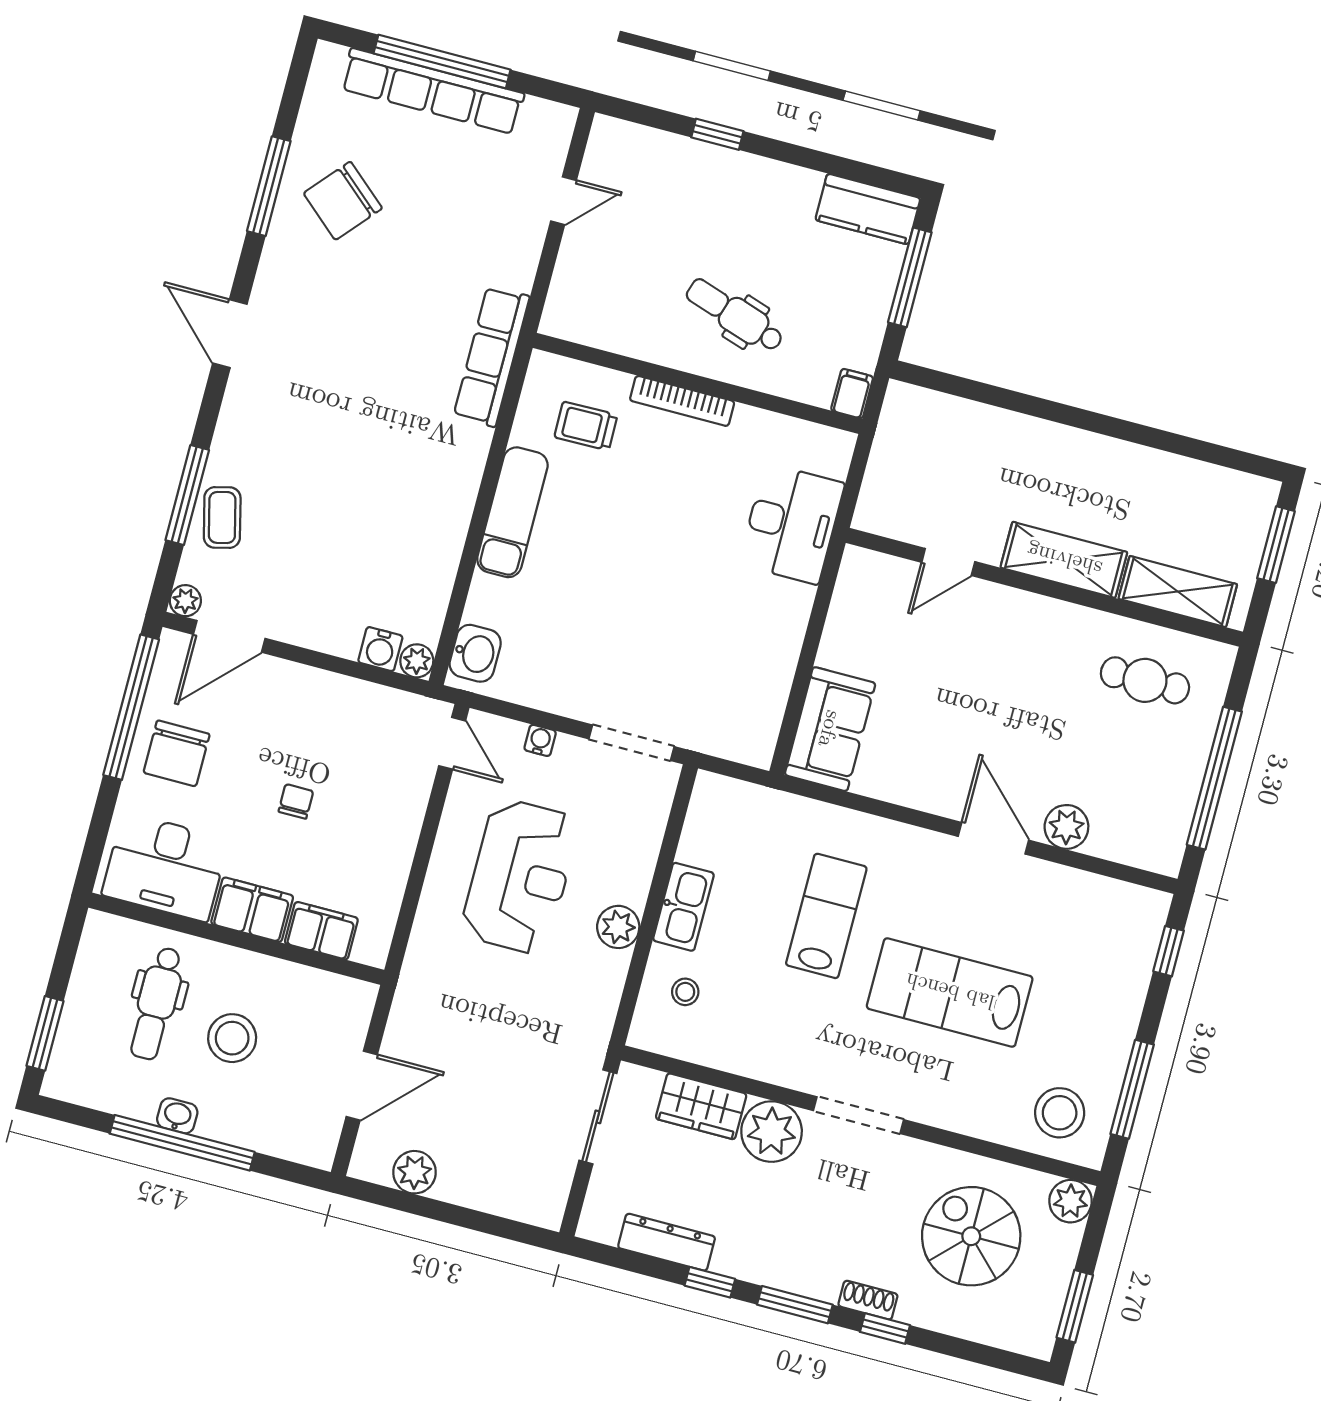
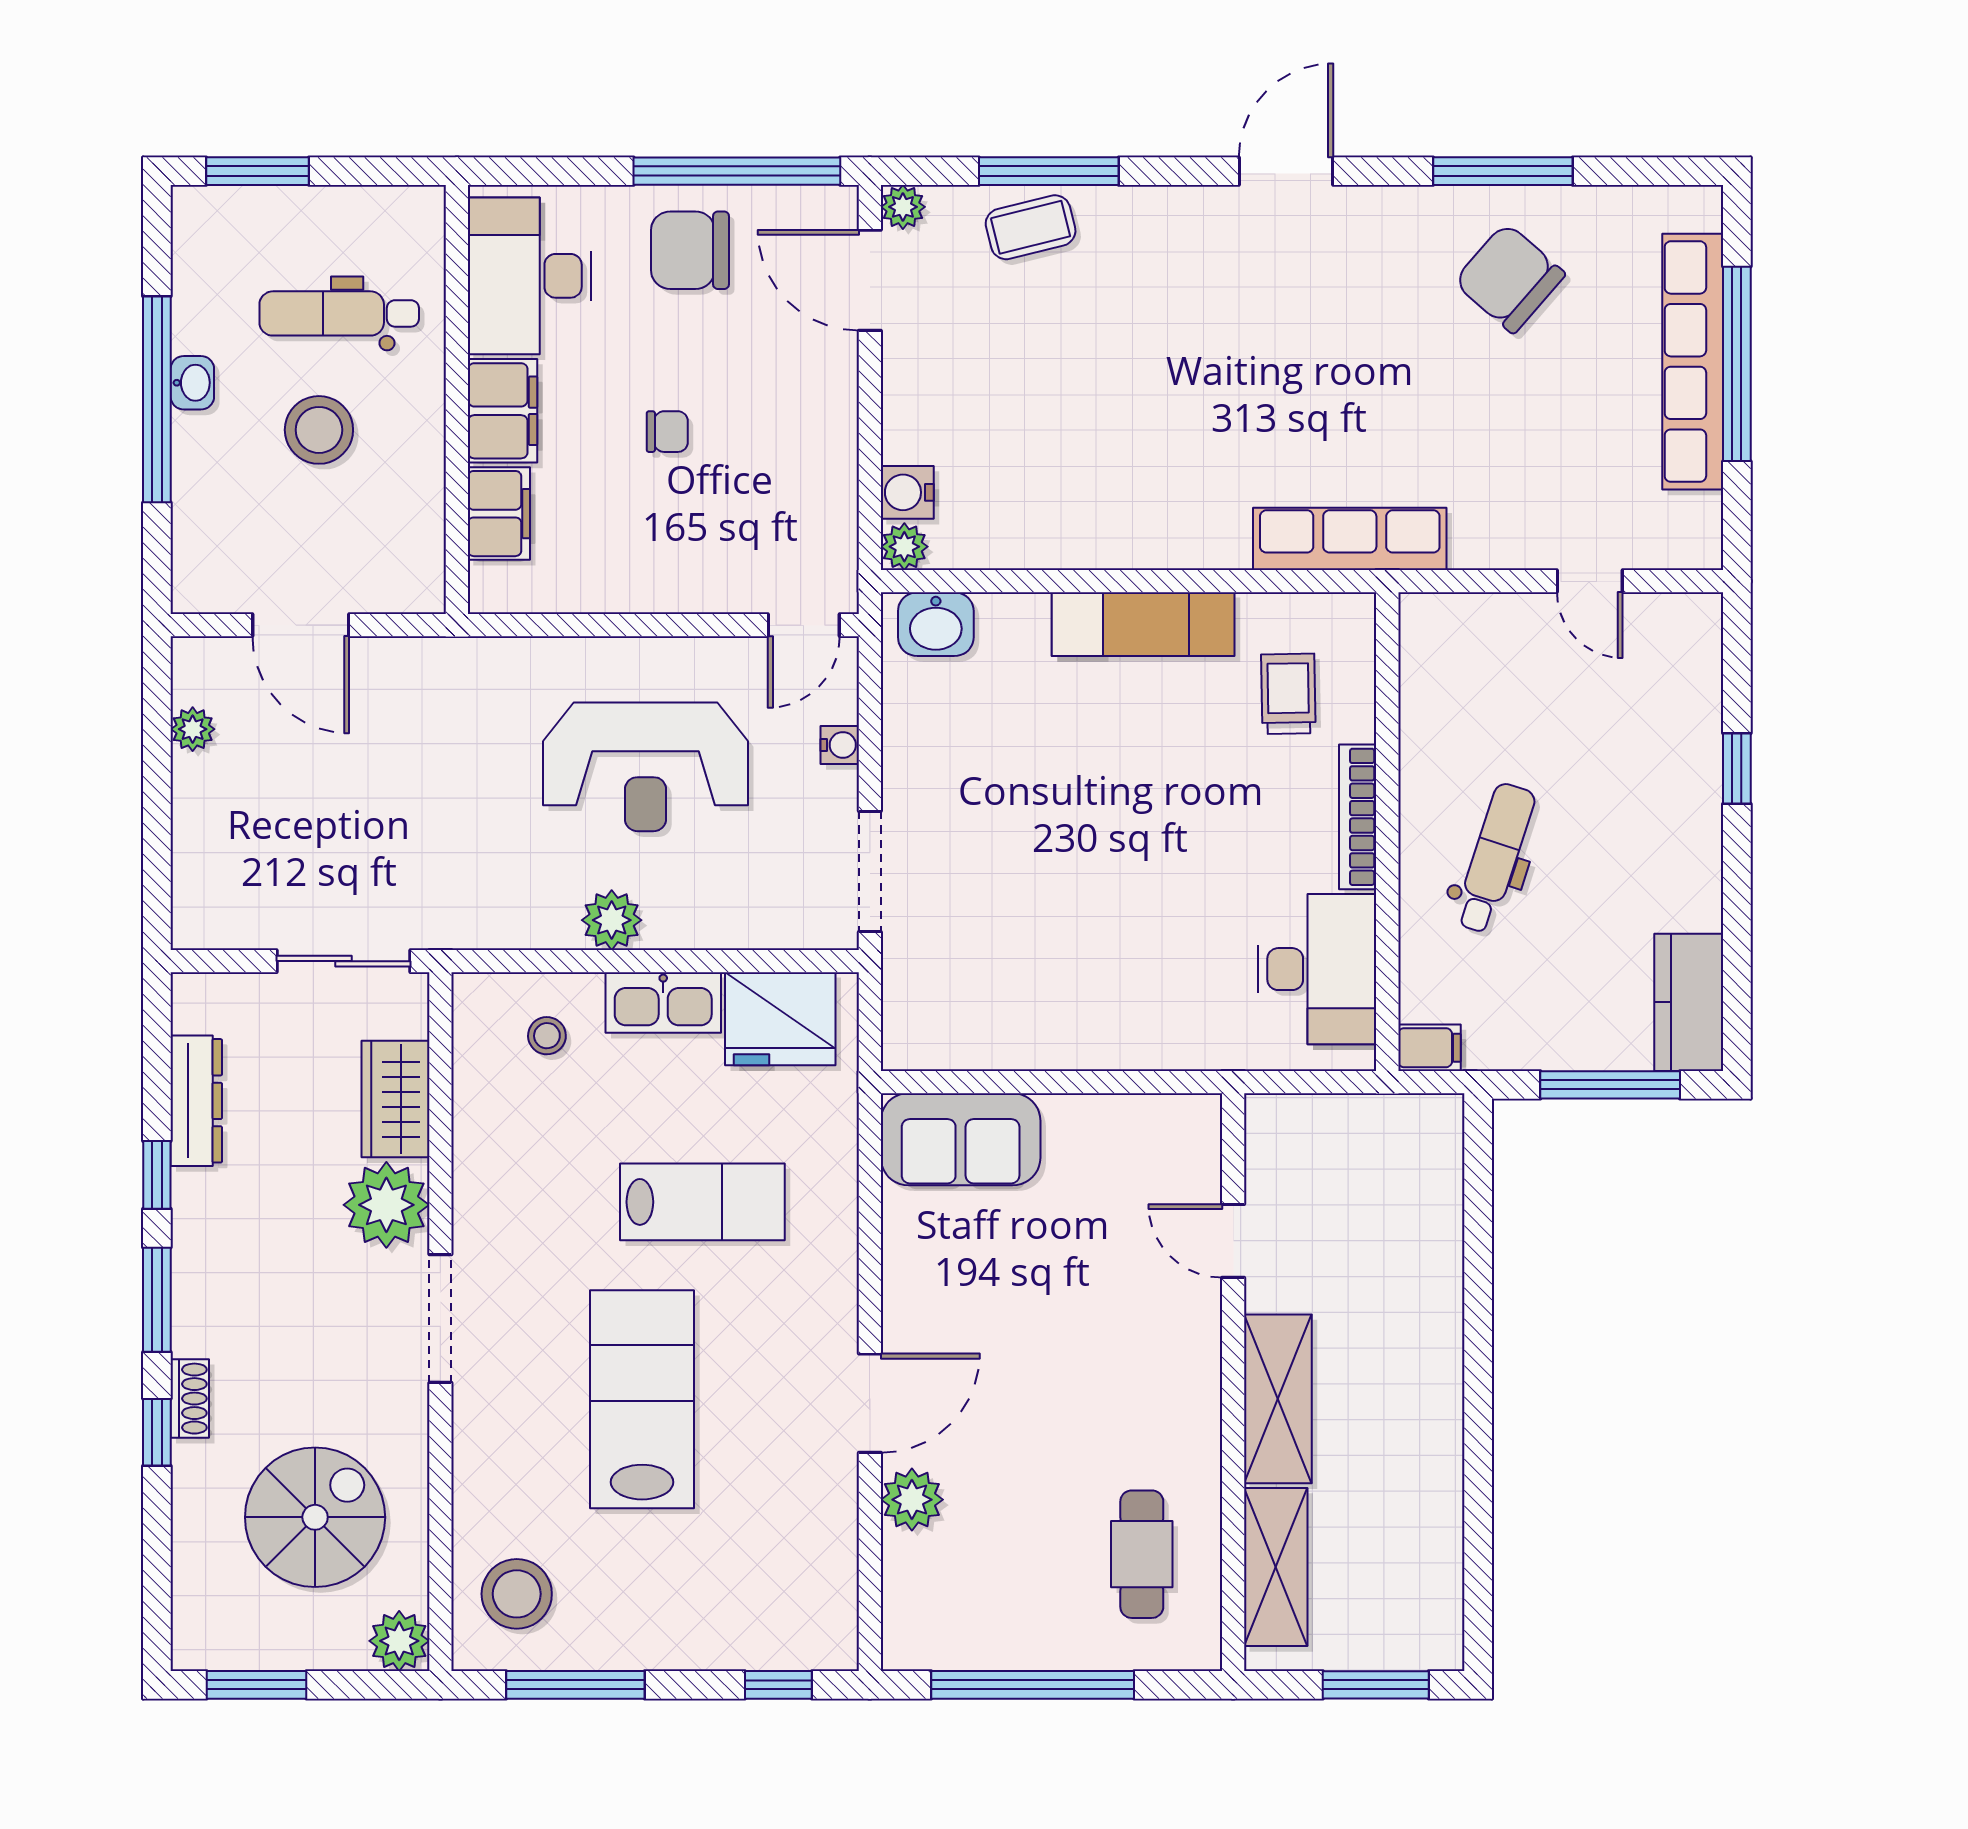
desk: (792, 524) -> (1317, 969), moved, turned -90
fridge: (716, 830) -> (780, 1019), added
plant: (415, 1172) -> (193, 729), width x0.73, depth x0.73

